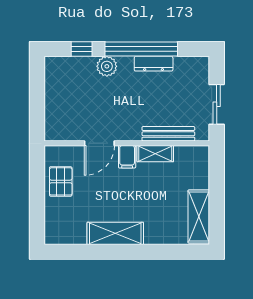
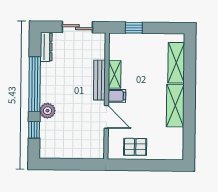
dresser: (154, 64) -> (46, 47), moved
bench: (168, 134) -> (99, 80), moved
window: (217, 178) -> (134, 28), added
shelving: (199, 216) -> (176, 63), moved, turned 90

